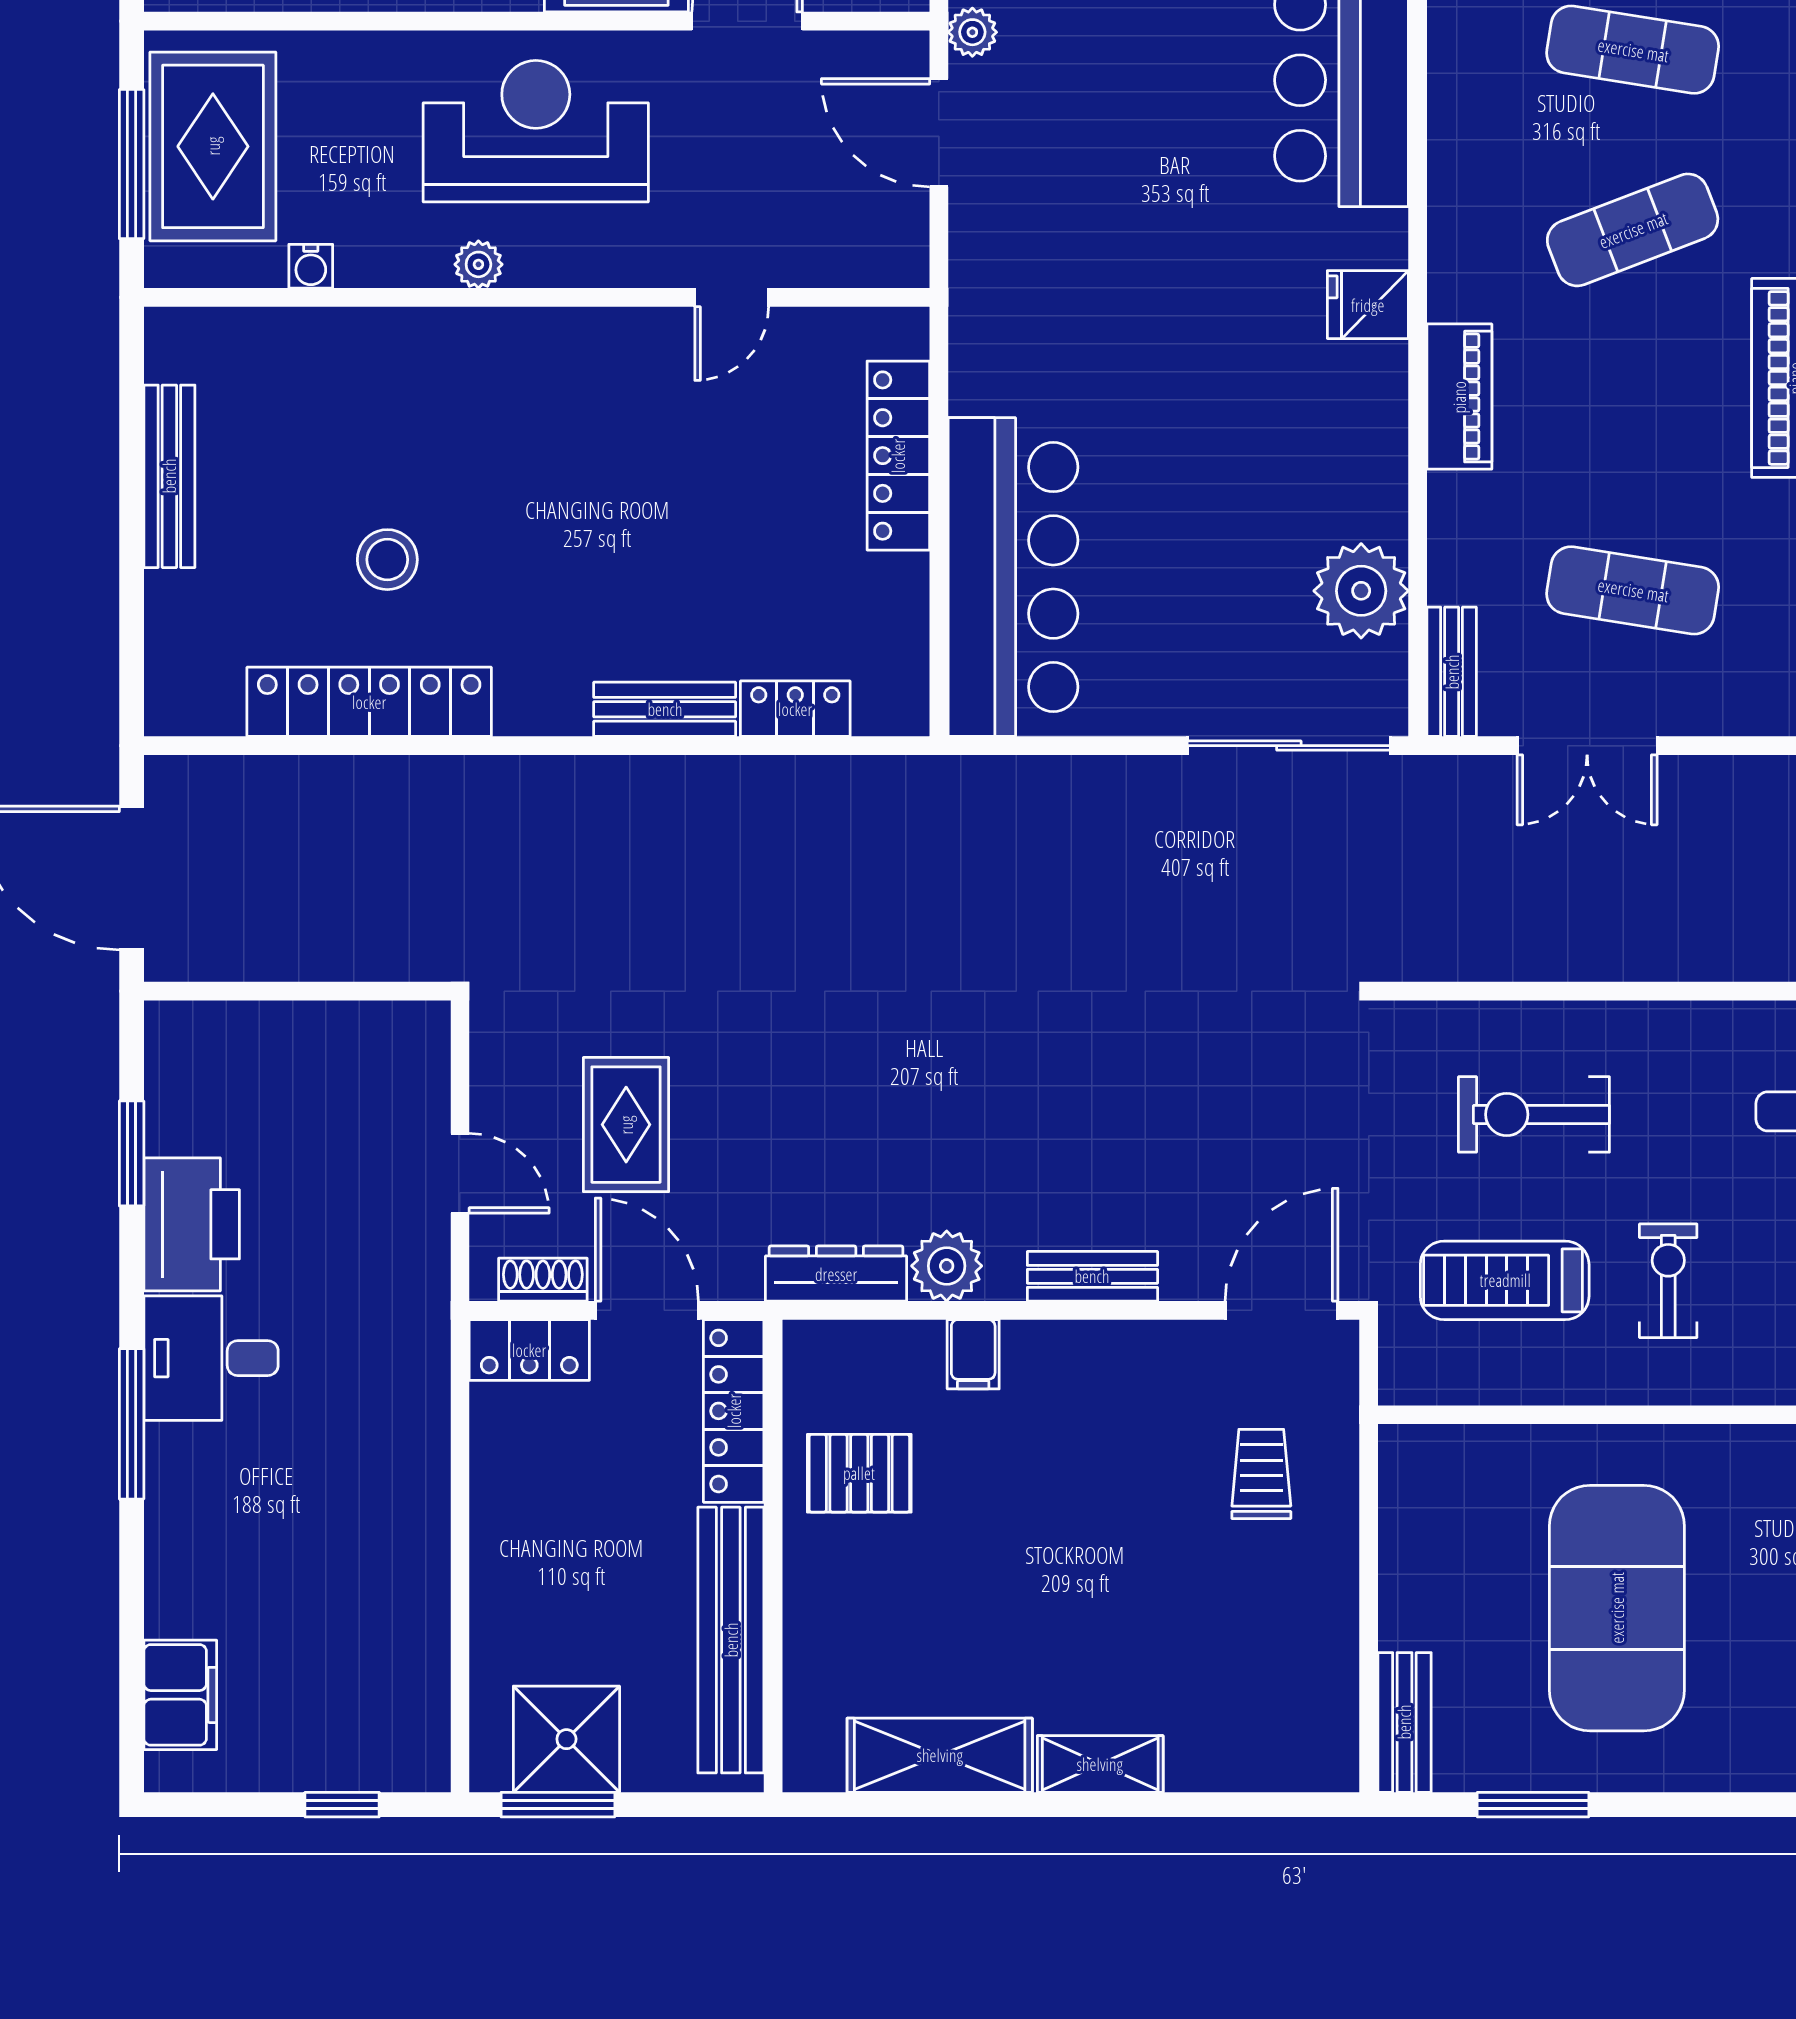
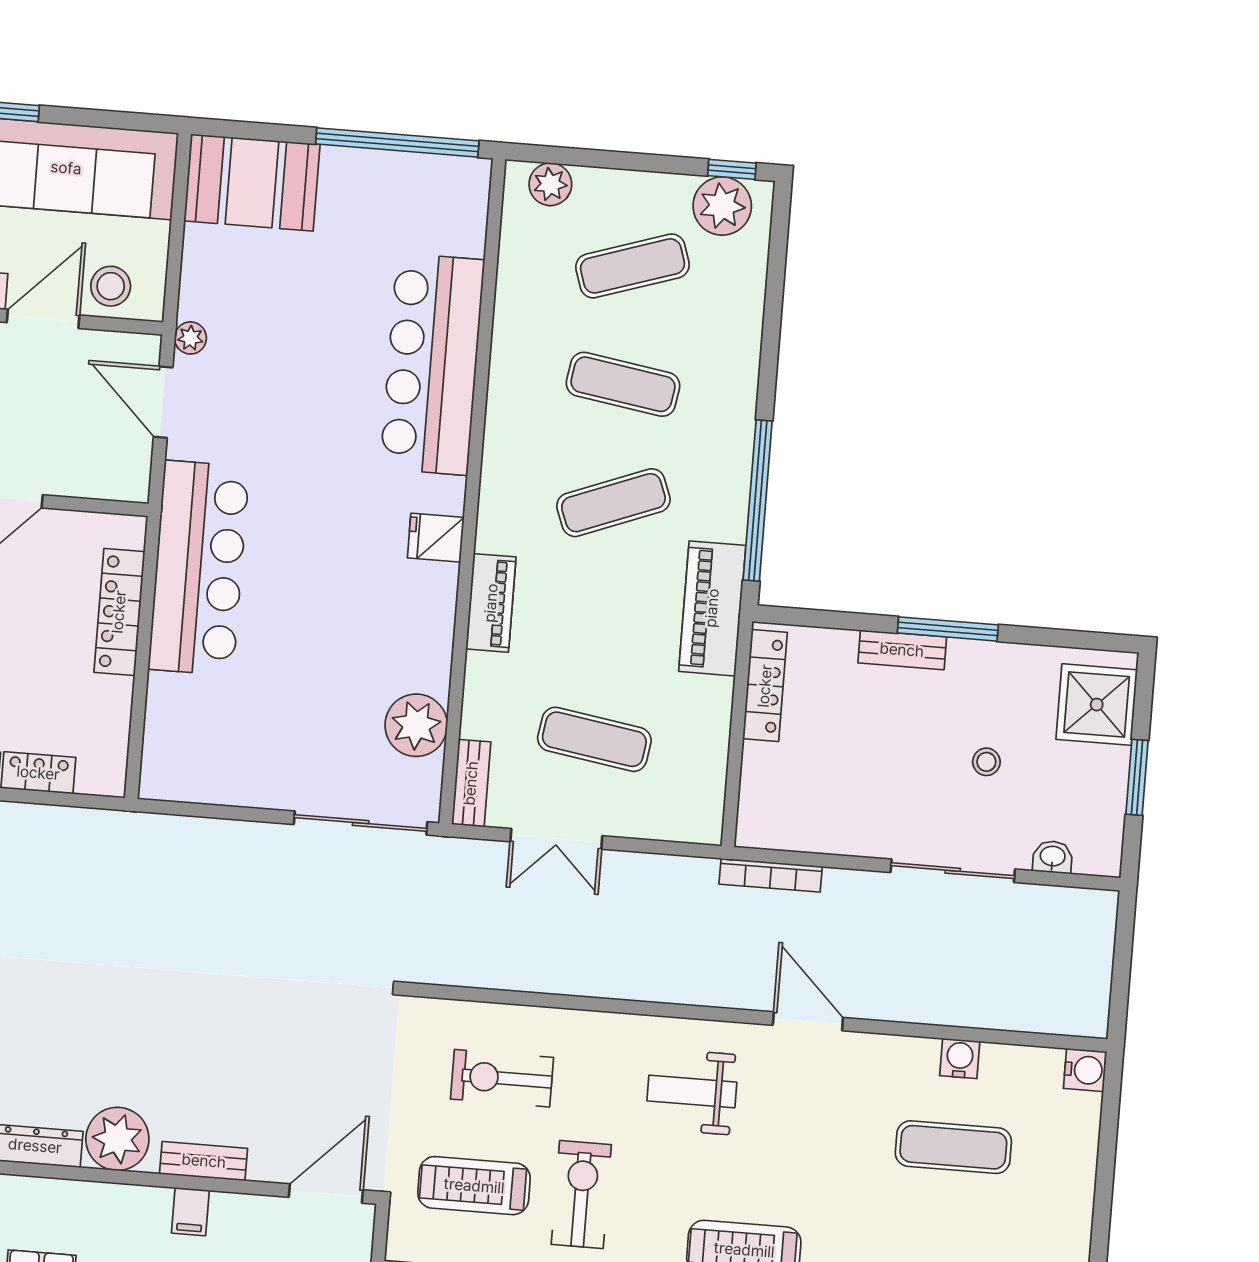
bar counter: (1013, 577) -> (199, 568), moved
plant: (947, 1266) -> (117, 1139), width x1.36, depth x1.36
exercise bike: (1668, 1281) -> (581, 1195), width x1.38, depth x1.39
filing cabinet: (973, 1354) -> (190, 1212), moved

